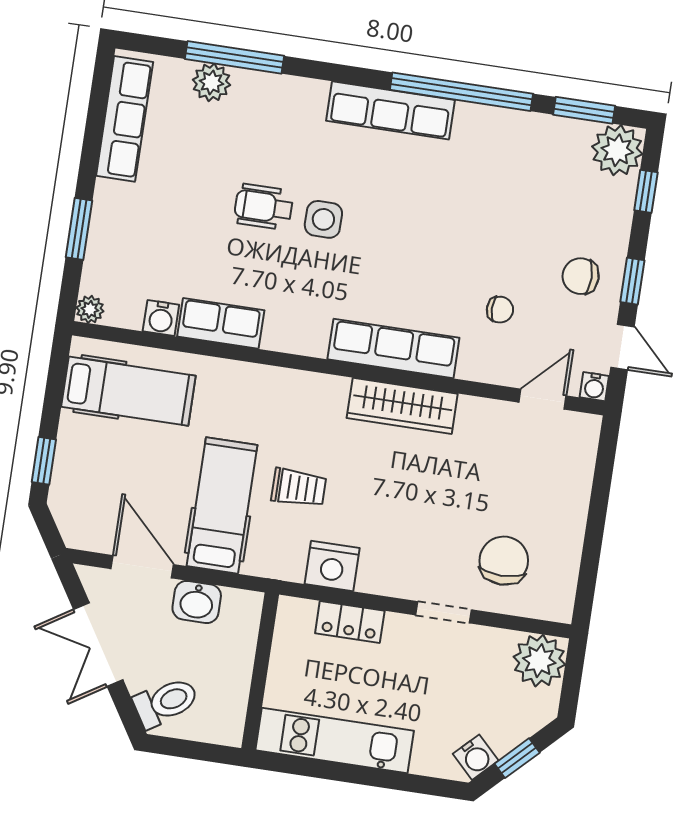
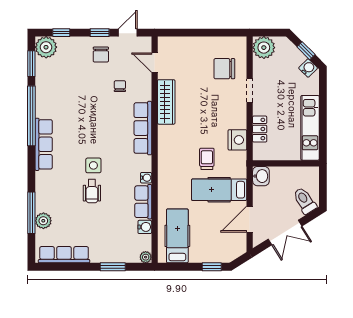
water cooler: (594, 387) -> (146, 178), moved
wardrobe: (402, 406) -> (166, 102), moved
washbasin: (197, 602) -> (261, 176), moved

